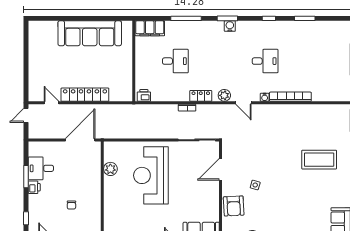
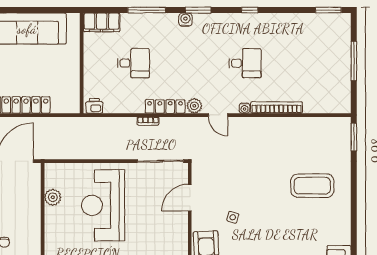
window: (305, 18) -> (328, 10), moved
water cooler: (230, 26) -> (185, 20), moved
locker: (201, 96) -> (165, 106), width x1.53

